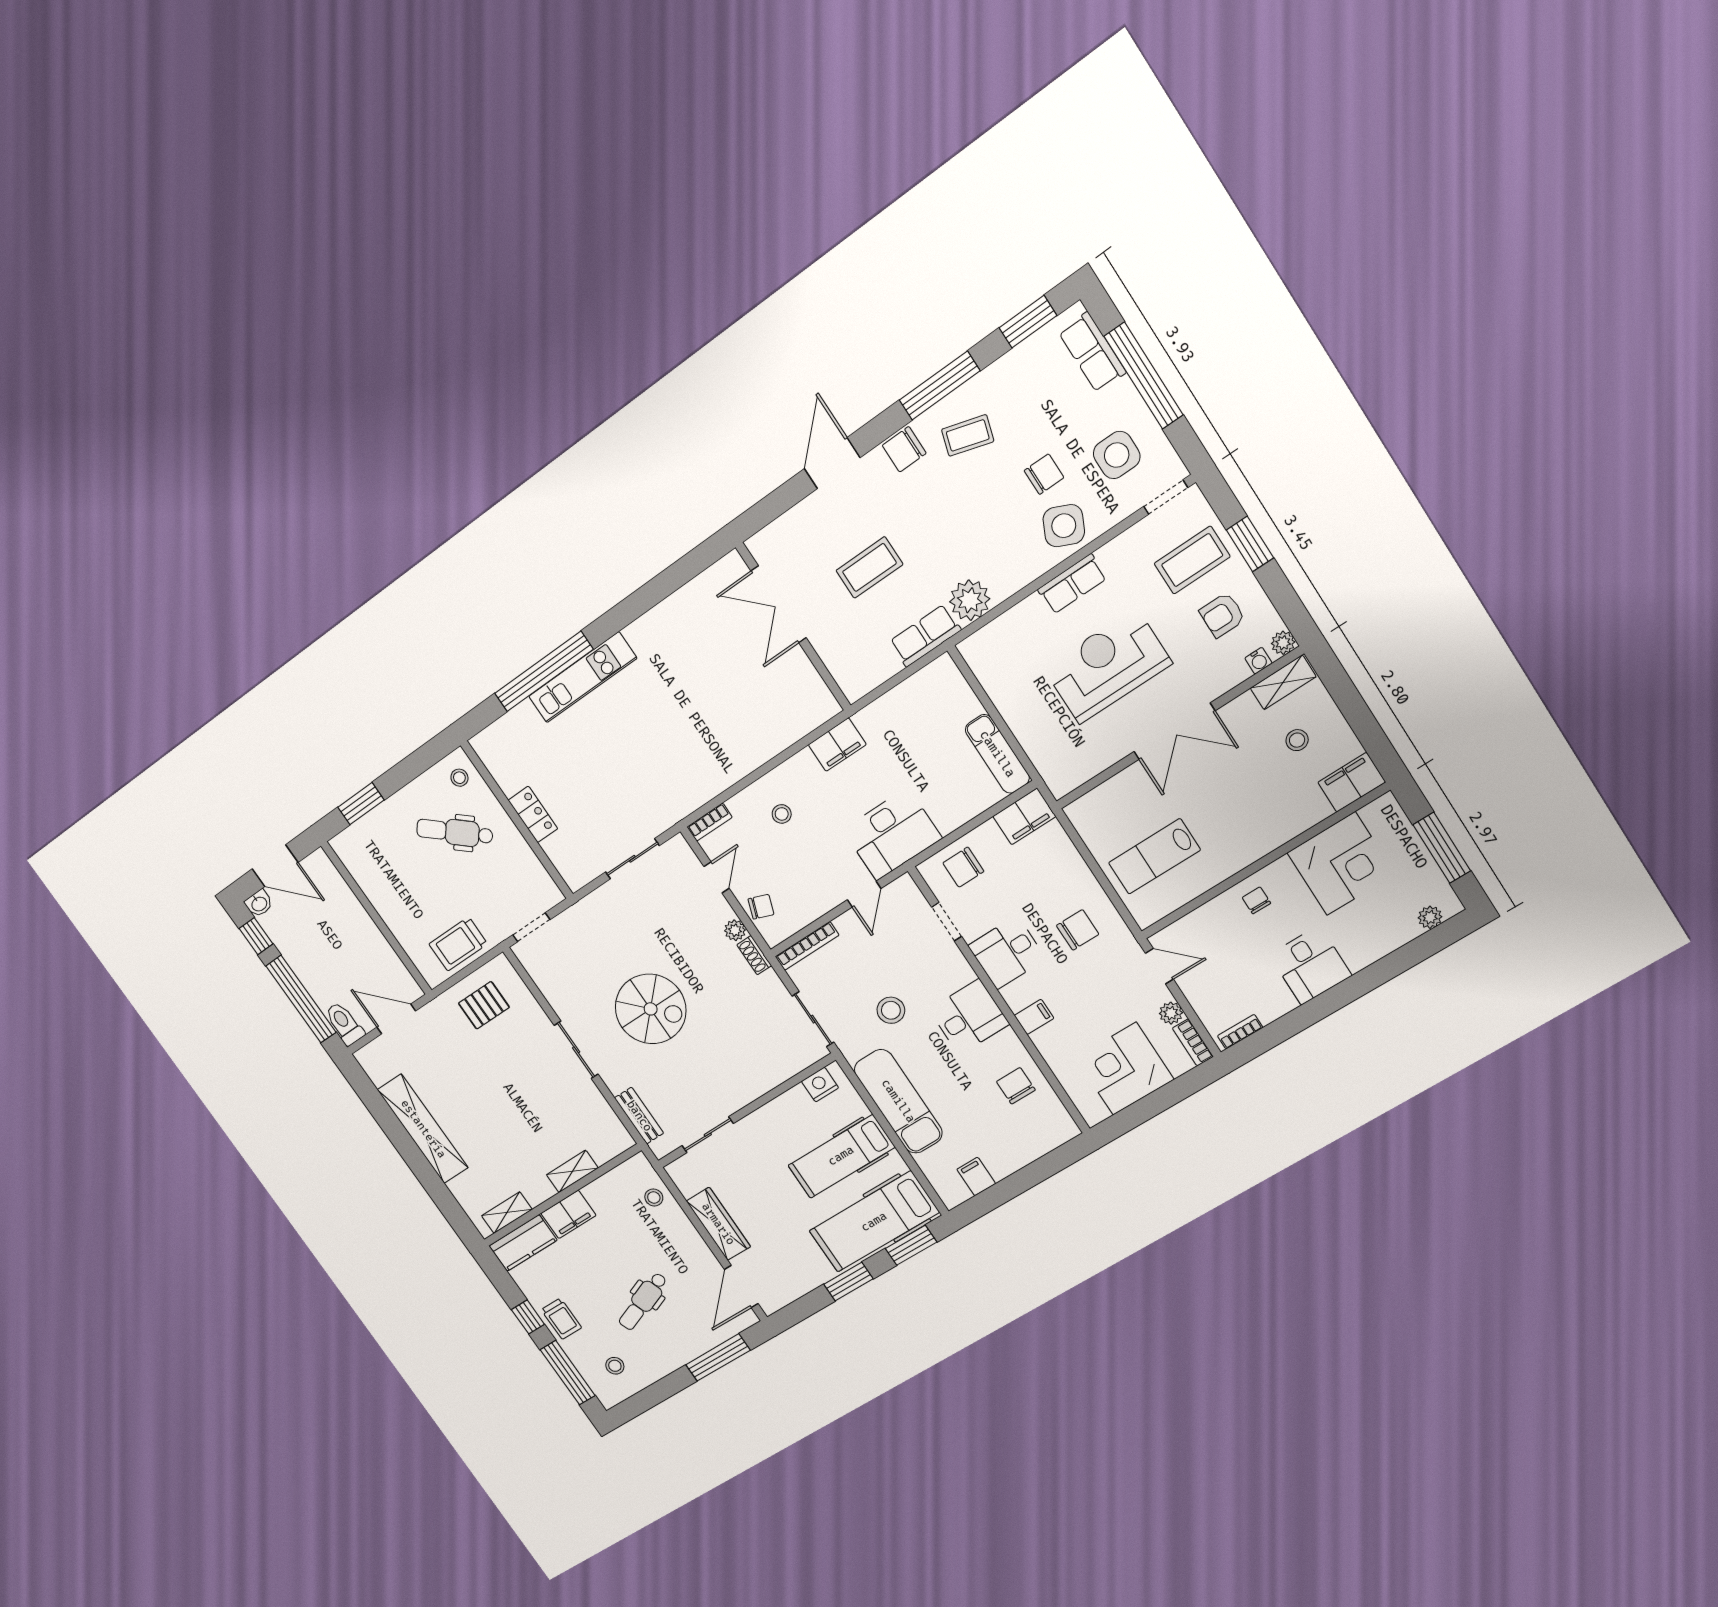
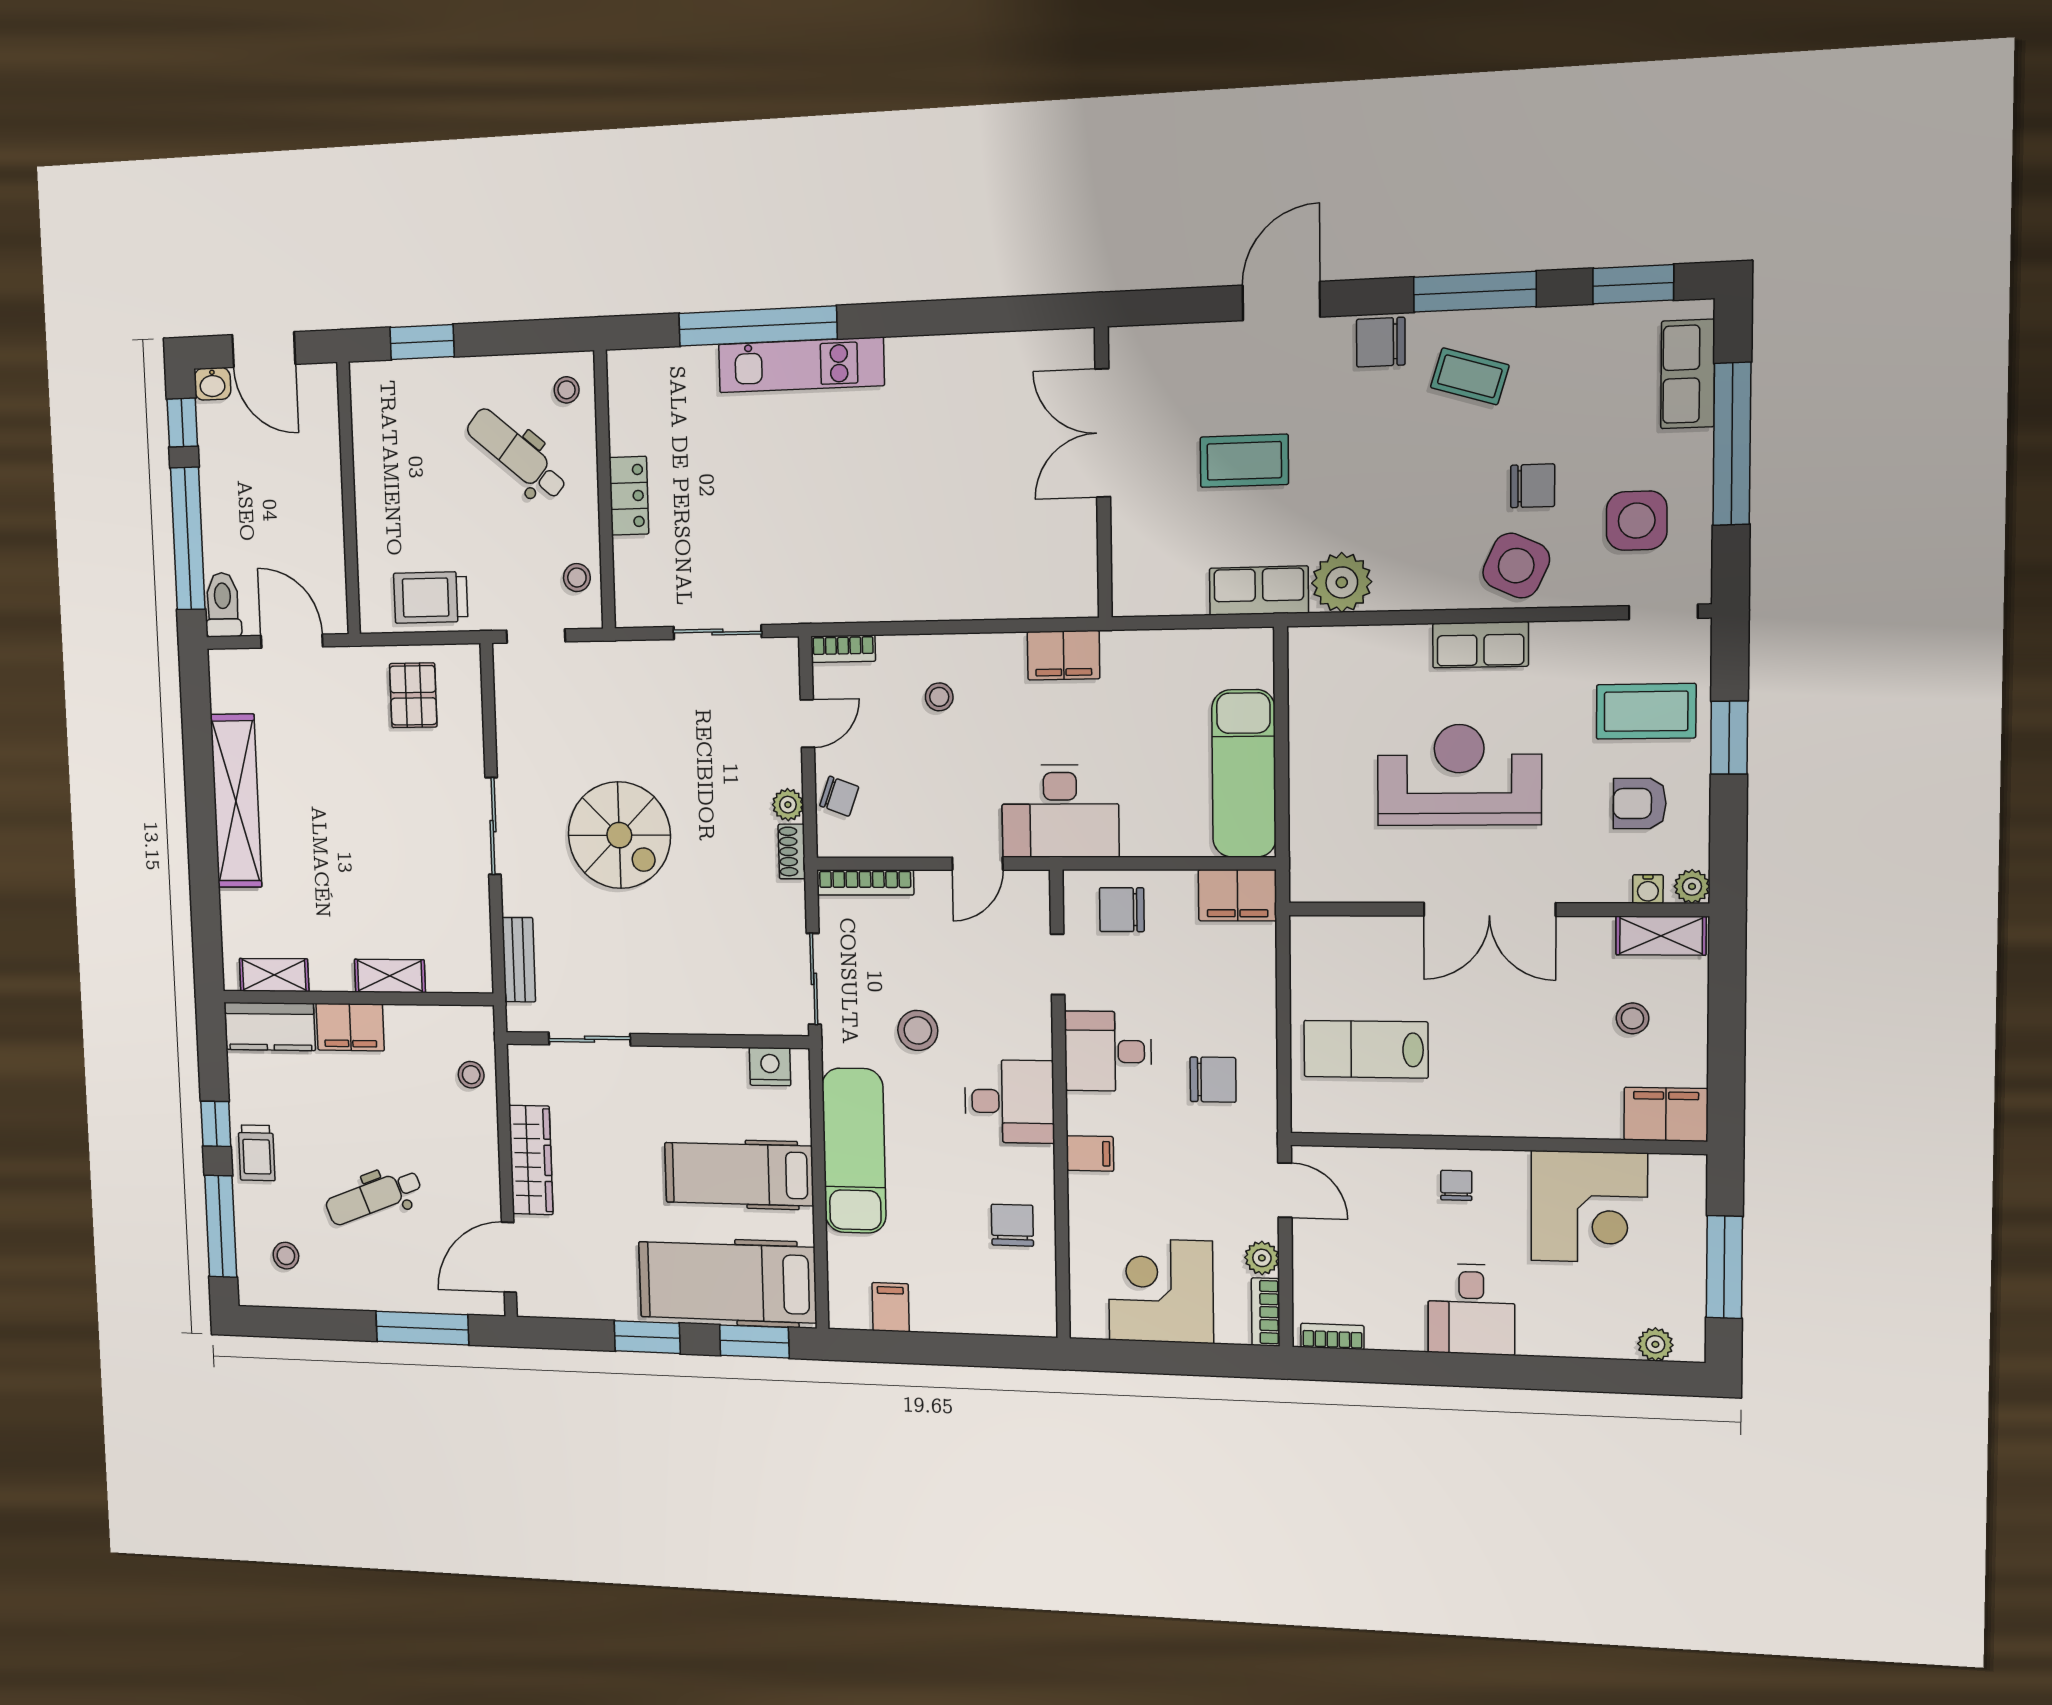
exam couch: (997, 754) -> (1244, 774), width x1.36, depth x1.45
stool: (533, 879) -> (577, 578), added
pallet: (484, 1005) -> (413, 695), turned 90

